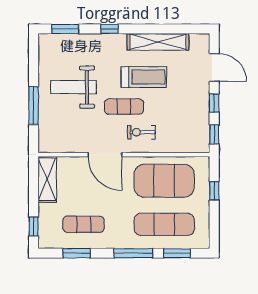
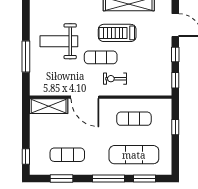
treadmill: (144, 77) -> (117, 33), turned 180
shelving: (47, 179) -> (49, 106), moved, turned 90
exercise mat: (164, 181) -> (134, 119), width x0.50, depth x0.69

